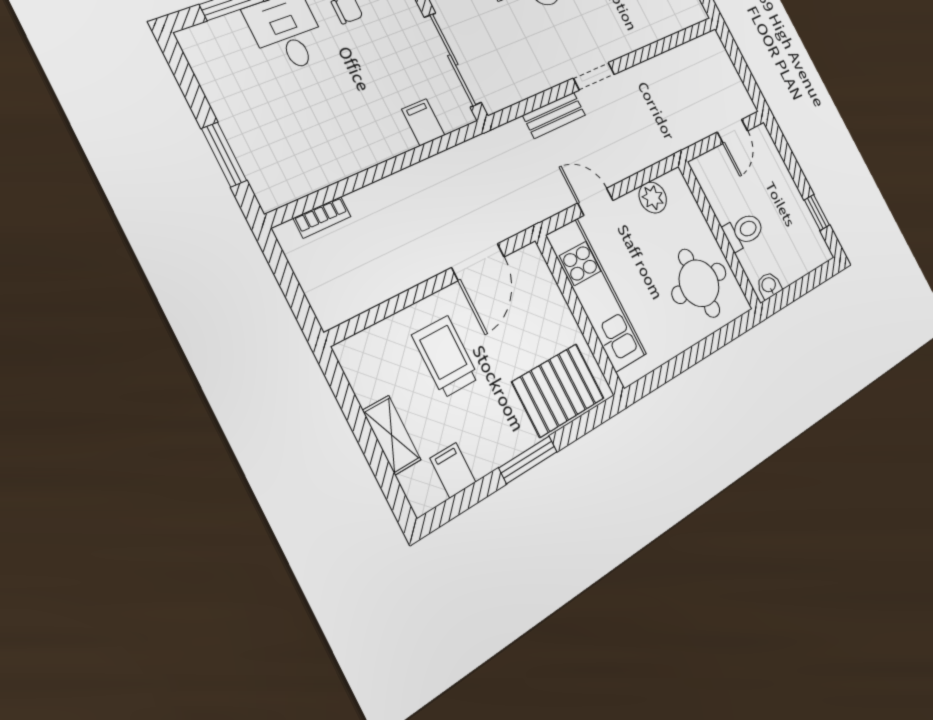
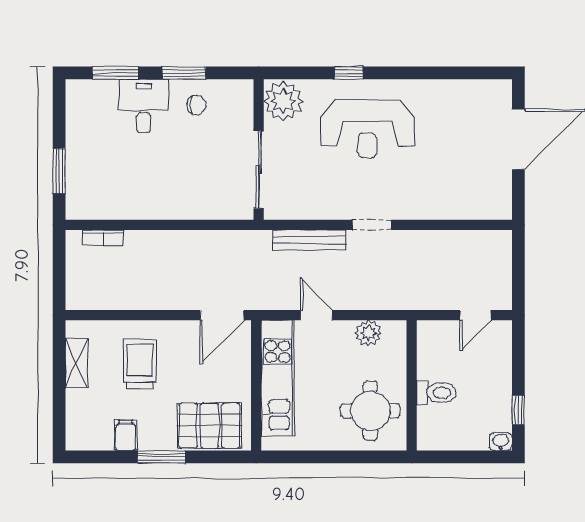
bench: (554, 115) -> (309, 240), width x1.36
filing cabinet: (423, 122) -> (210, 204), removed
door: (478, 262) -> (222, 315), moved
washbasin: (769, 285) -> (501, 442), moved
shelving: (392, 435) -> (76, 363), moved
filing cabinet: (453, 470) -> (126, 435), moved

